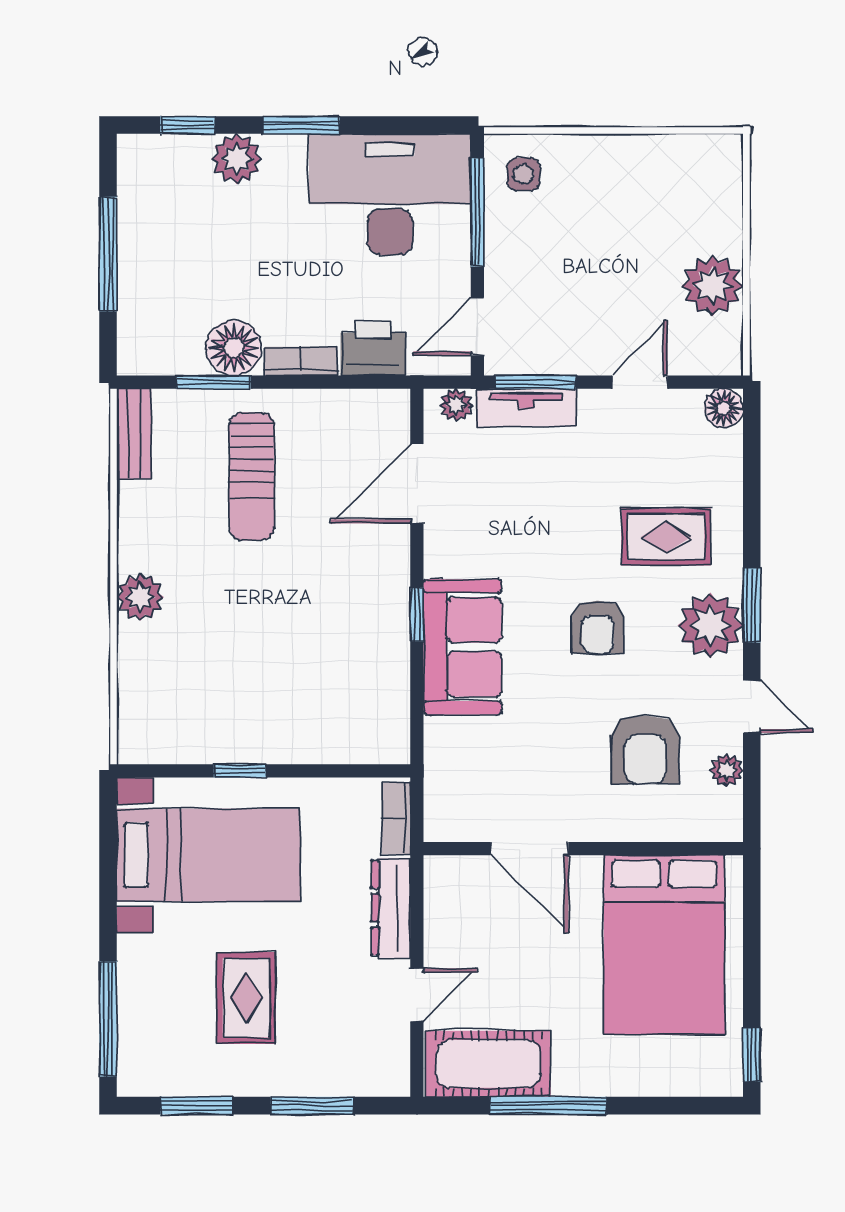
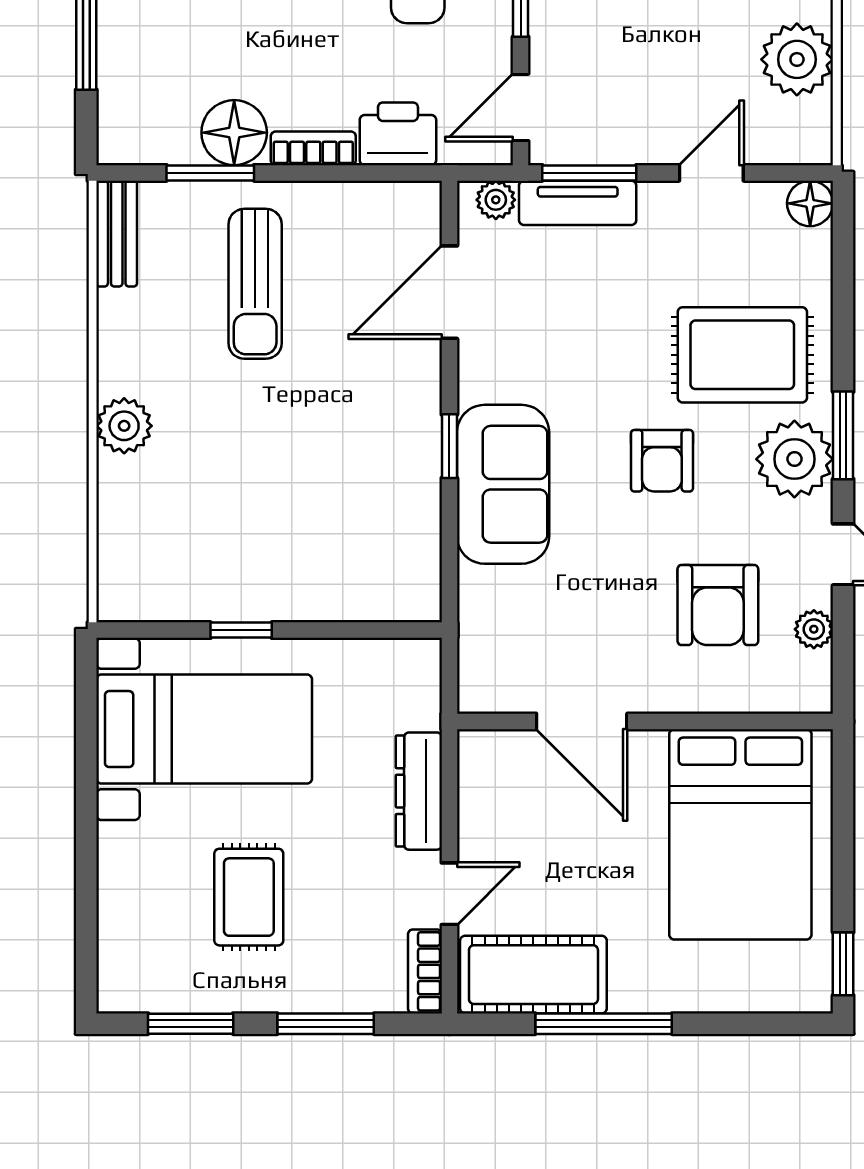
rug: (666, 537) -> (742, 355), width x1.36, depth x1.43
bookcase: (396, 819) -> (425, 971), moved
window: (108, 1019) -> (86, 922), removed

